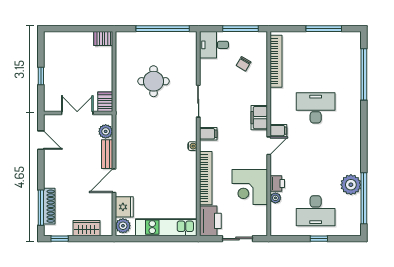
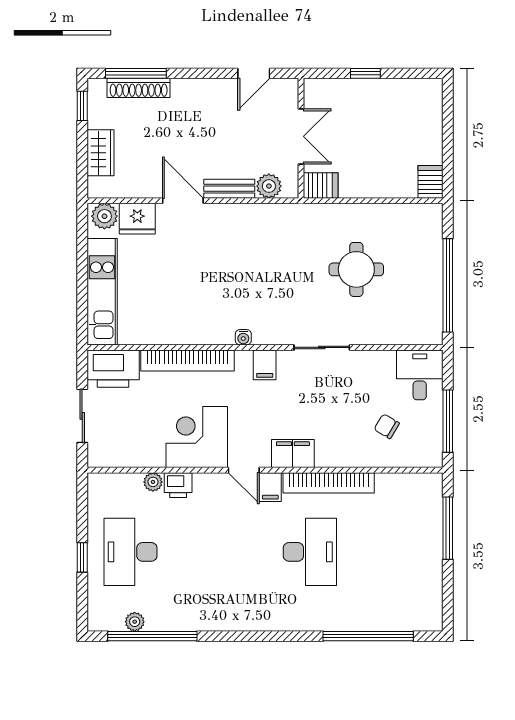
window: (324, 29) -> (448, 528), moved
bookcase: (276, 61) -> (329, 483), moved
plant: (351, 185) -> (135, 622), moved, width x0.53, depth x0.53
corner desk: (250, 187) -> (197, 437), moved

